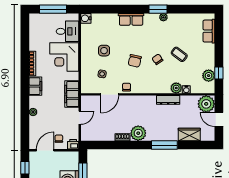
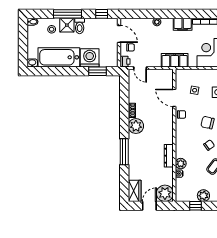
plant: (209, 76) -> (203, 196), moved
door: (80, 118) -> (140, 68), moved
wardrobe: (189, 134) -> (135, 191), moved

